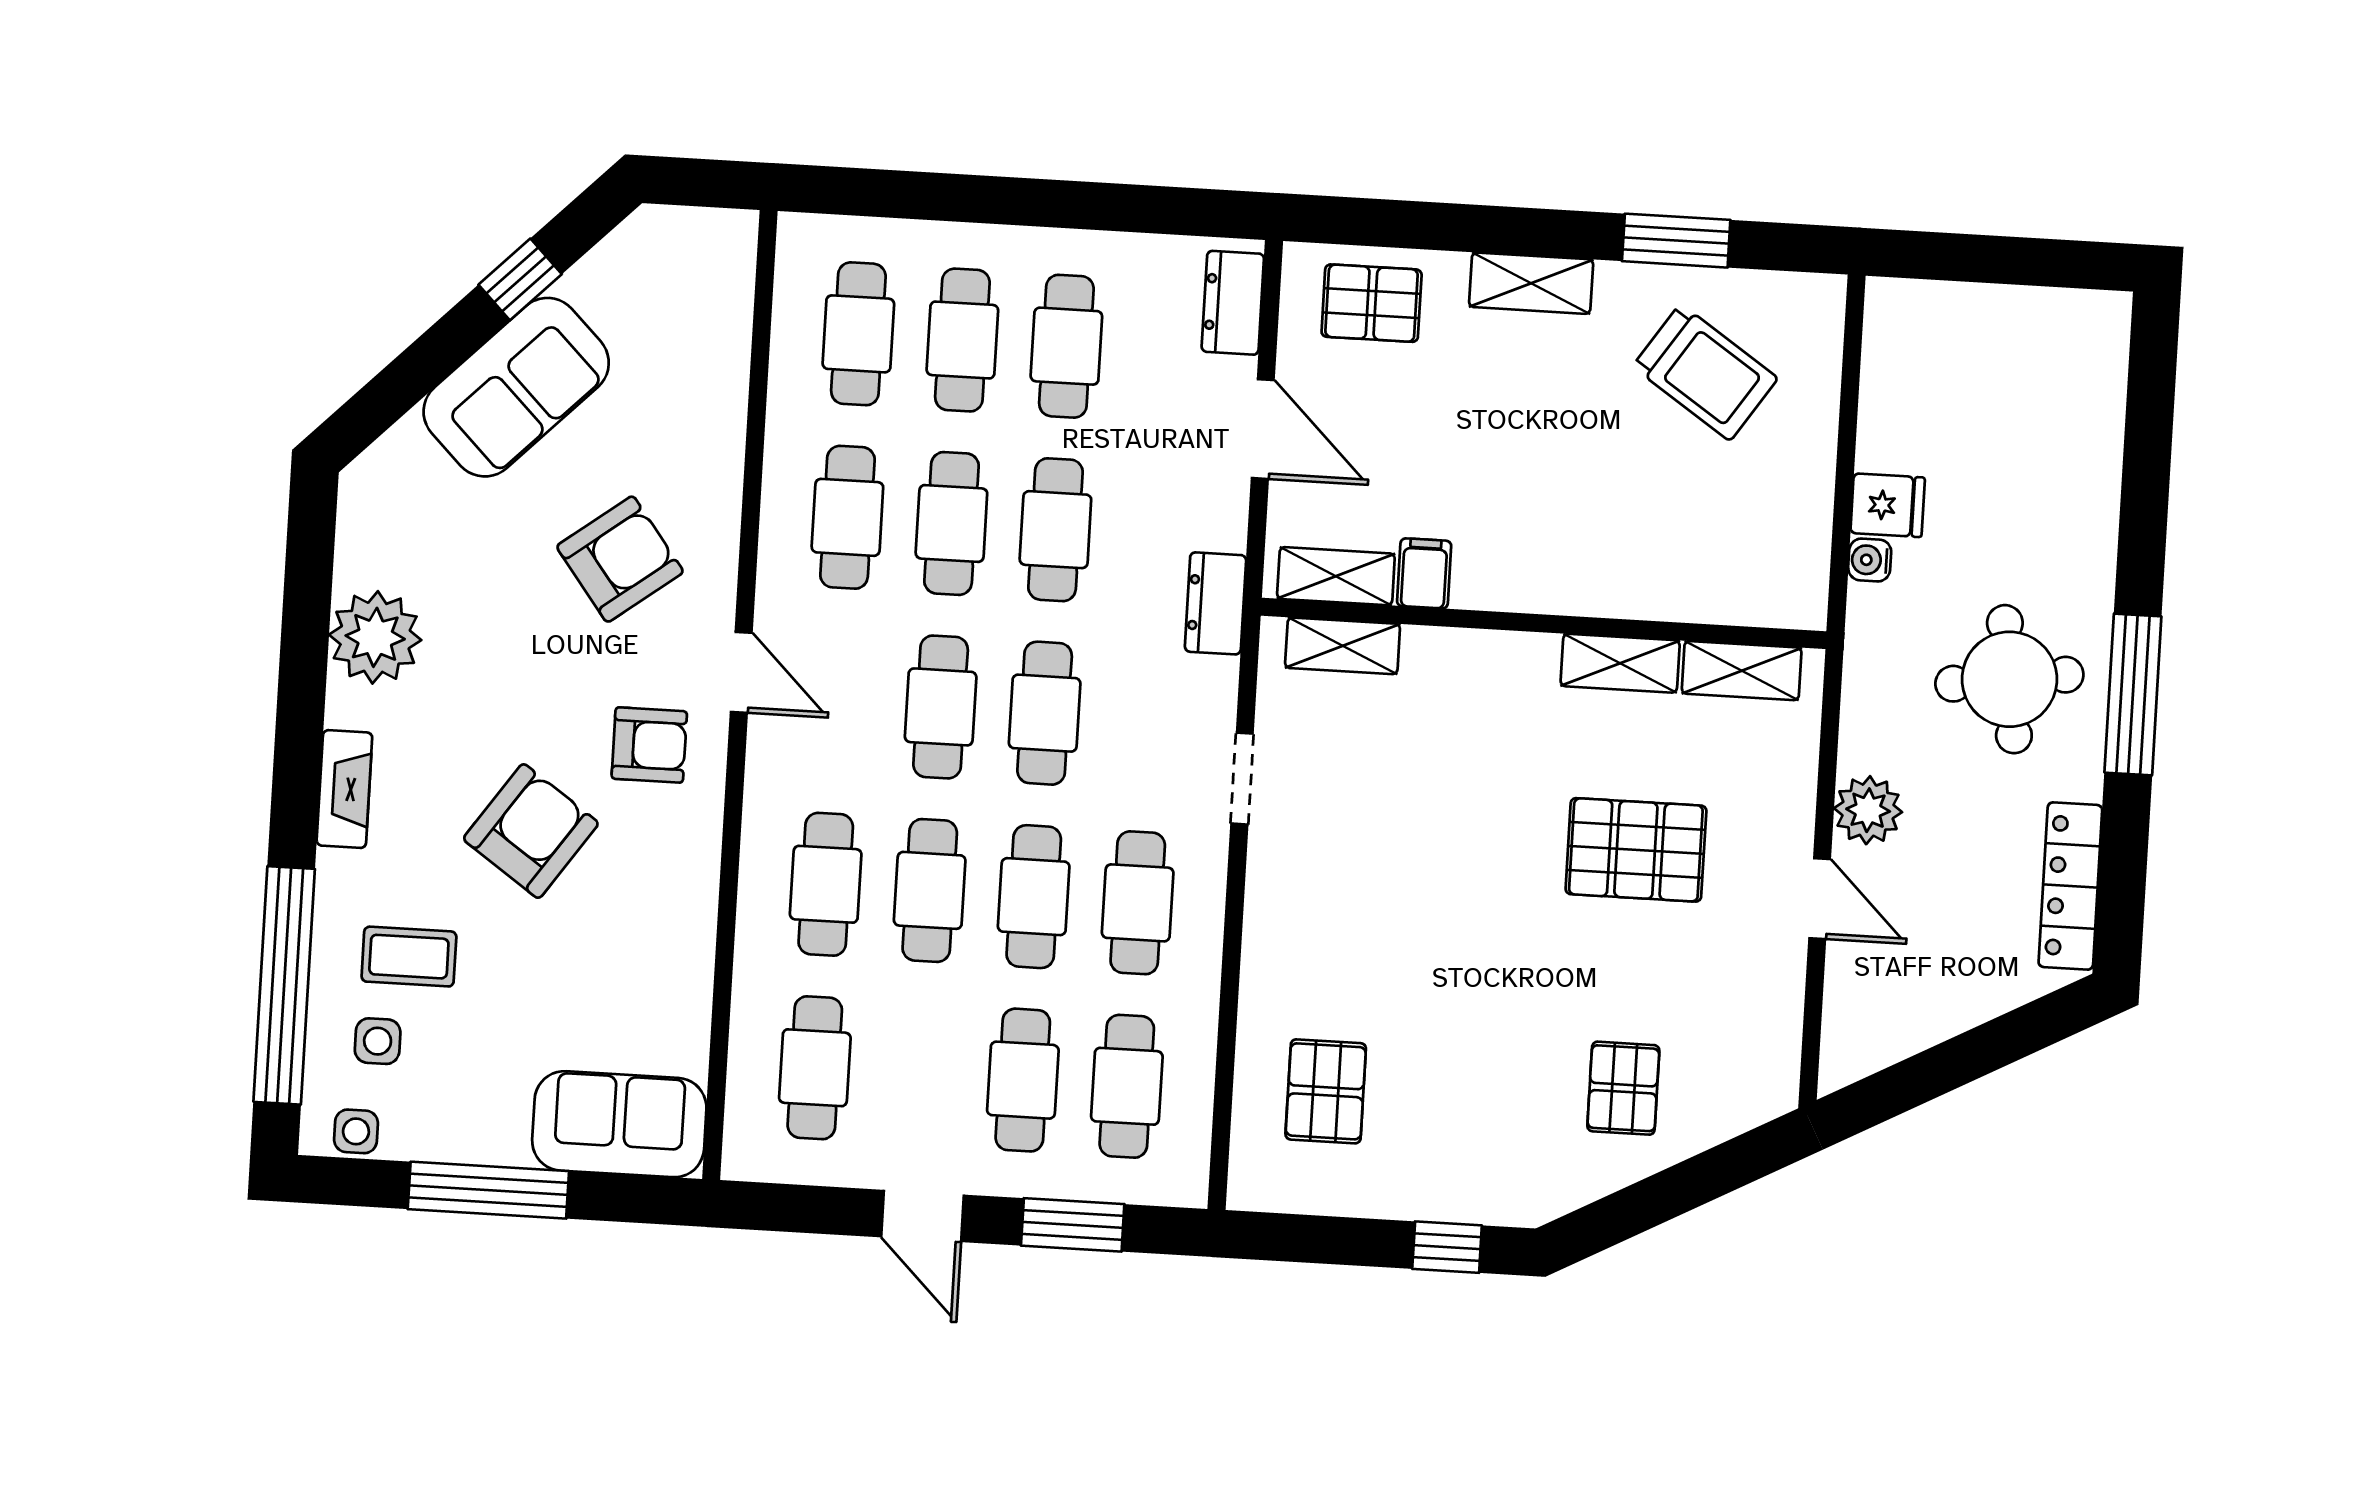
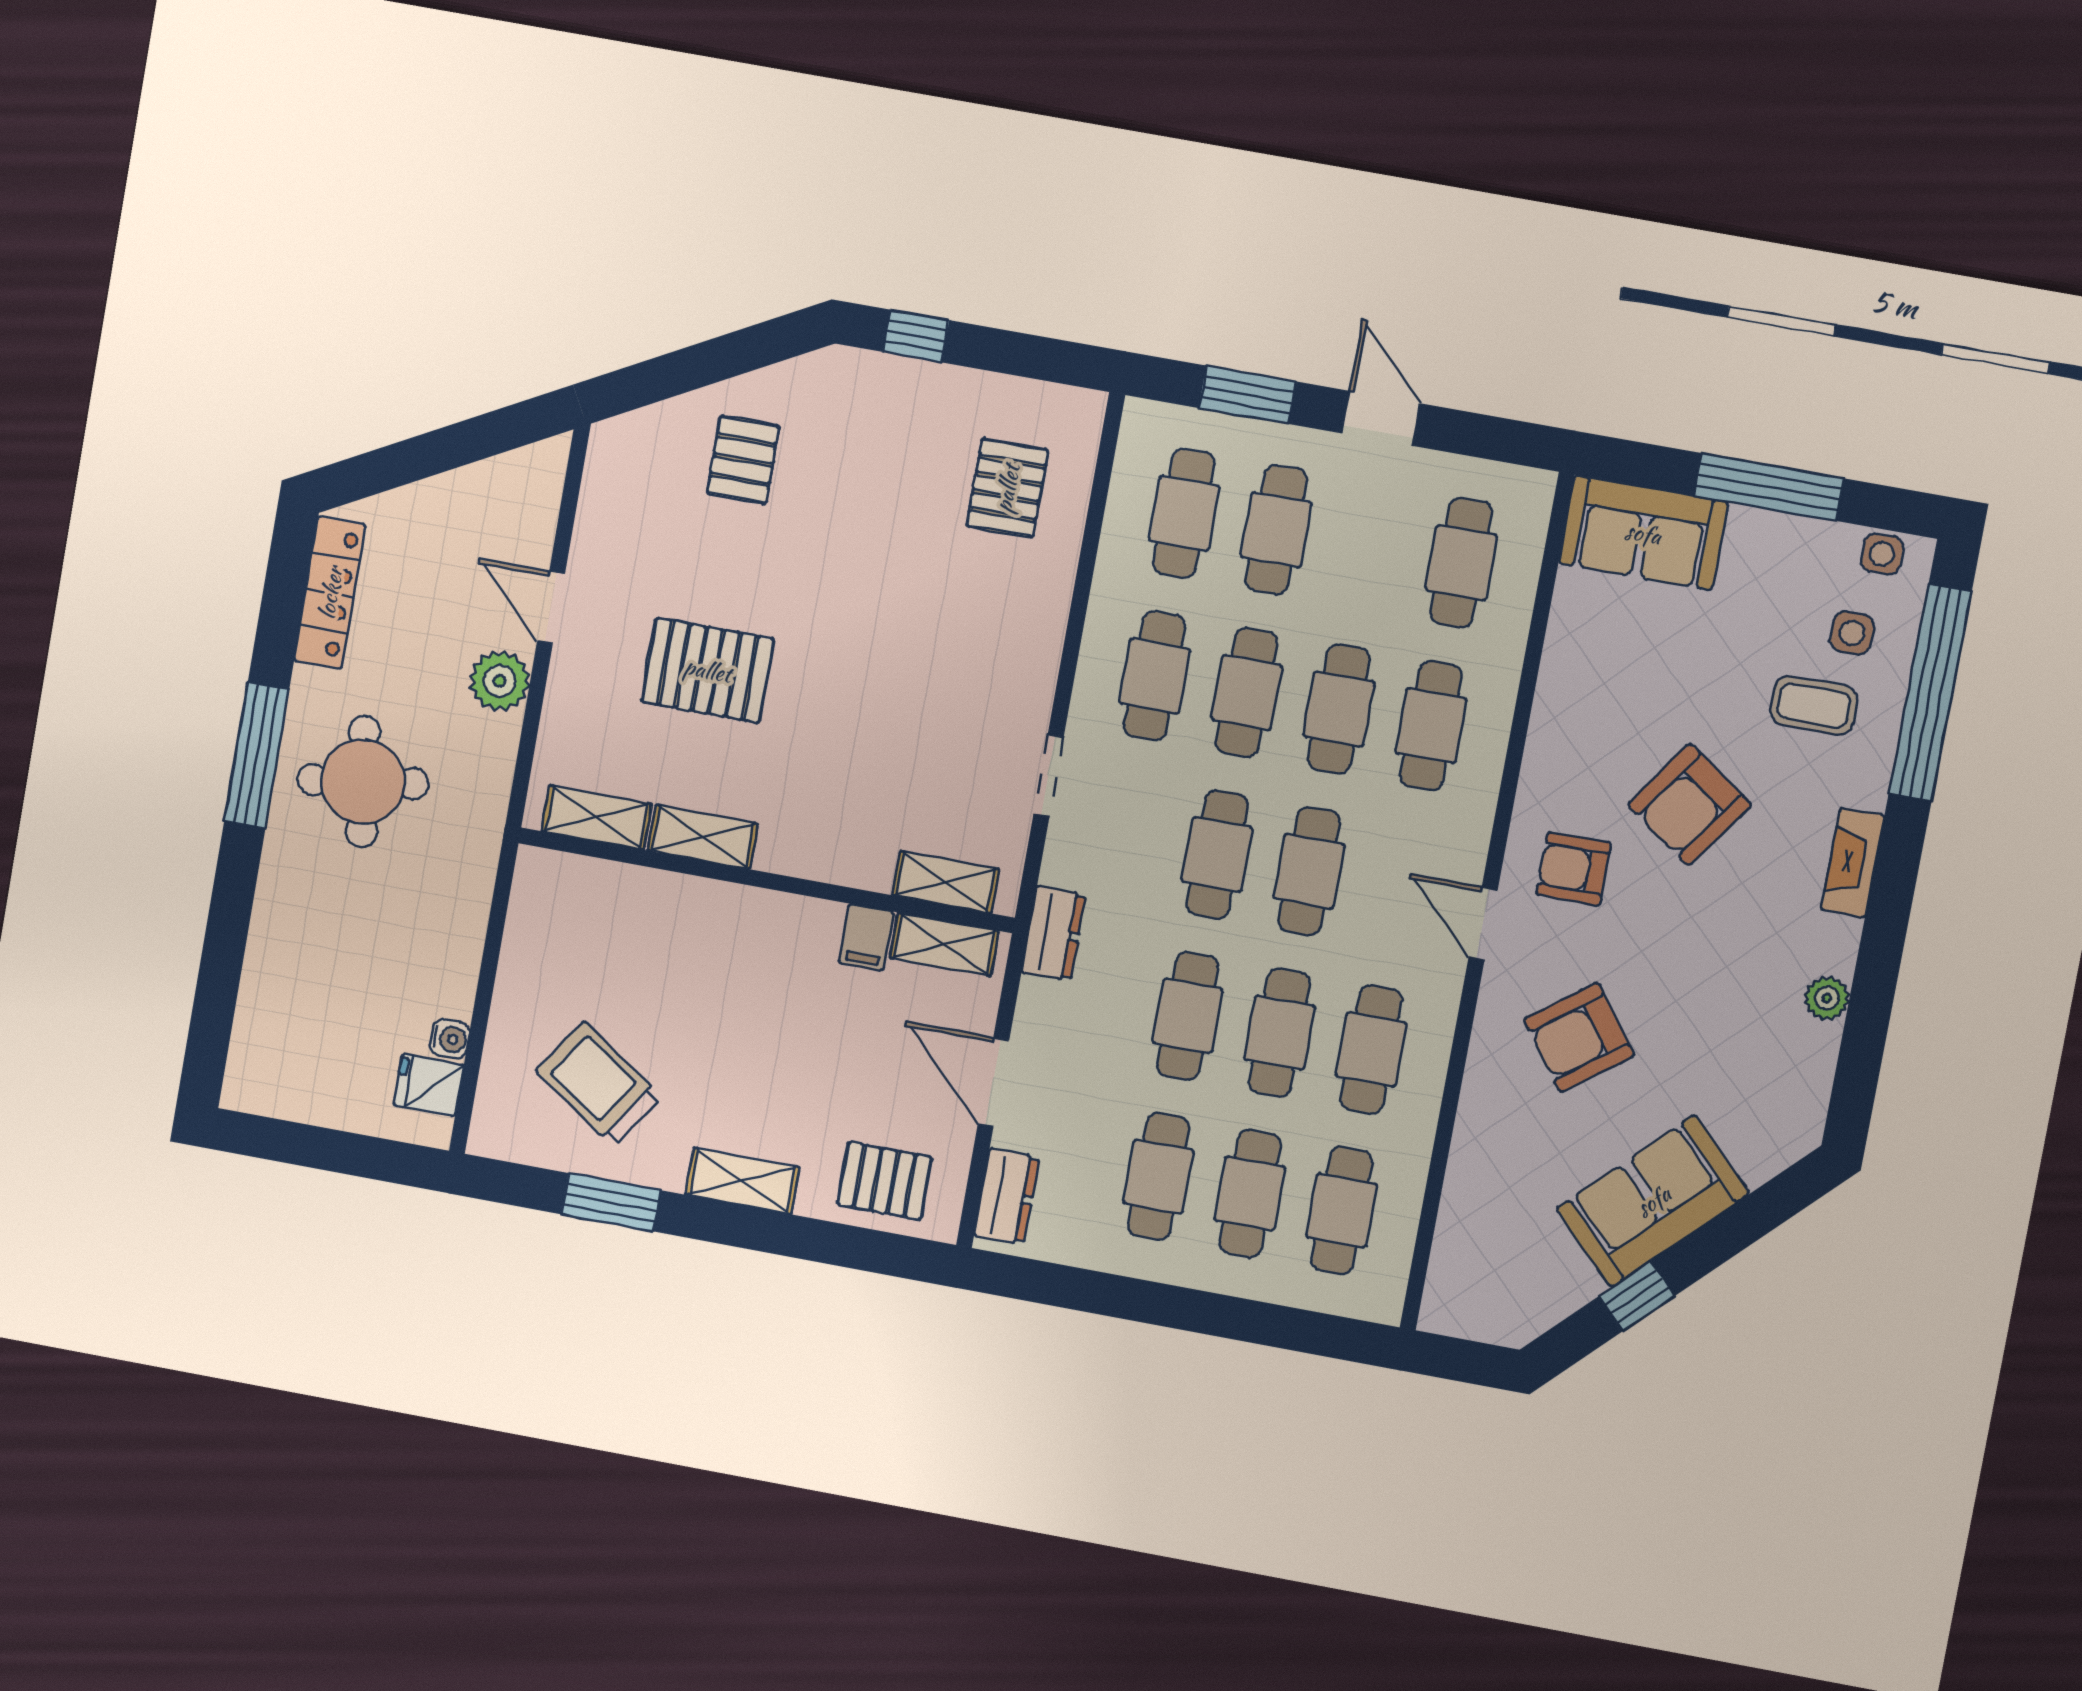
fridge: (1888, 505) -> (429, 1085), moved
water cooler: (1870, 560) -> (450, 1039), moved
plant: (375, 637) -> (1827, 998), width x0.53, depth x0.53

